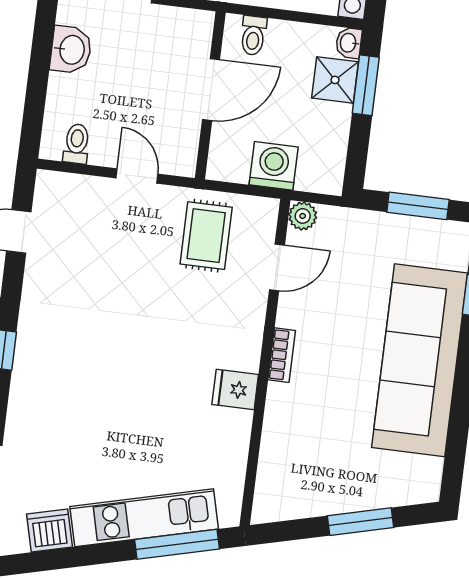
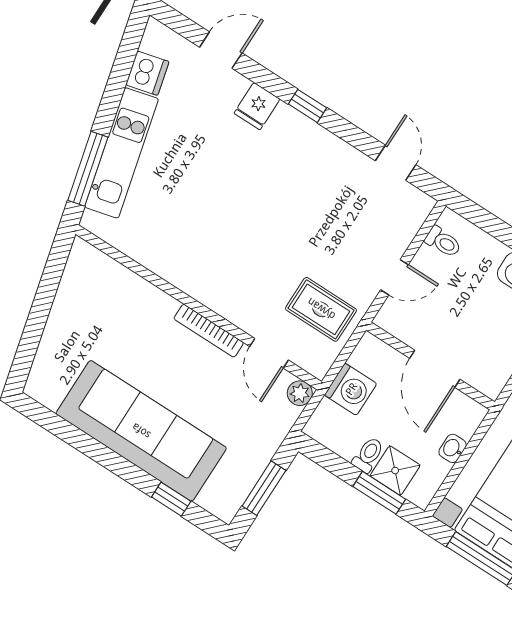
toilet: (253, 35) -> (368, 455), moved, turned 90
washbasin: (349, 43) -> (453, 448), moved, turned -90
bookcase: (282, 355) -> (209, 331), width x1.56
fridge: (235, 389) -> (257, 106), moved, turned 180
window: (360, 522) -> (36, 323), removed

